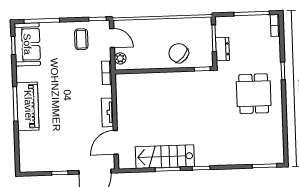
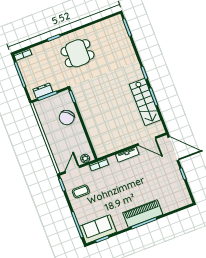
dresser: (222, 49) -> (43, 91), moved

